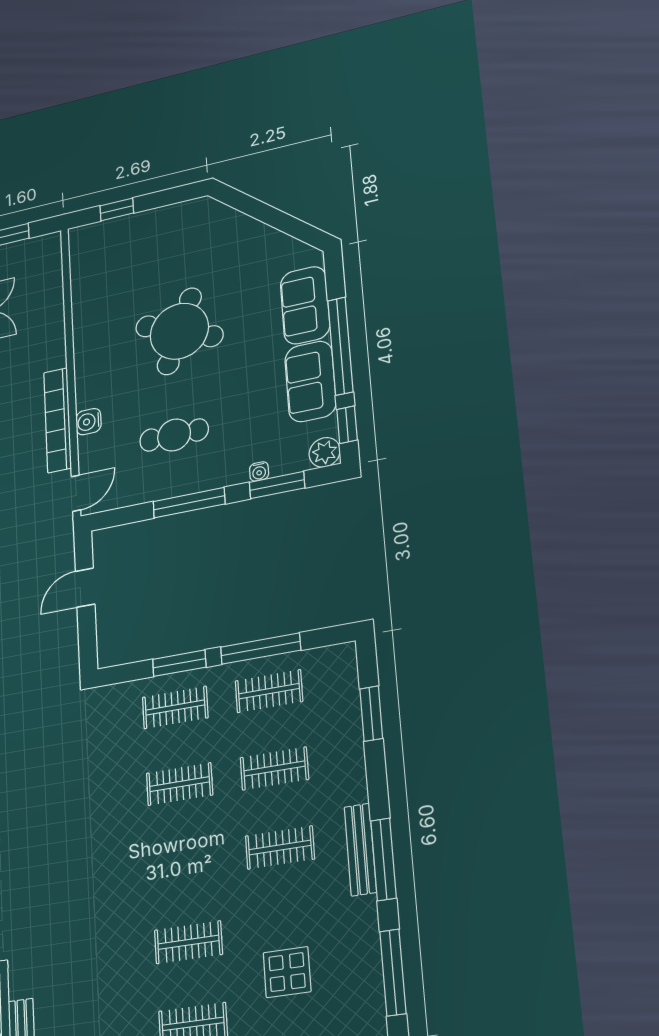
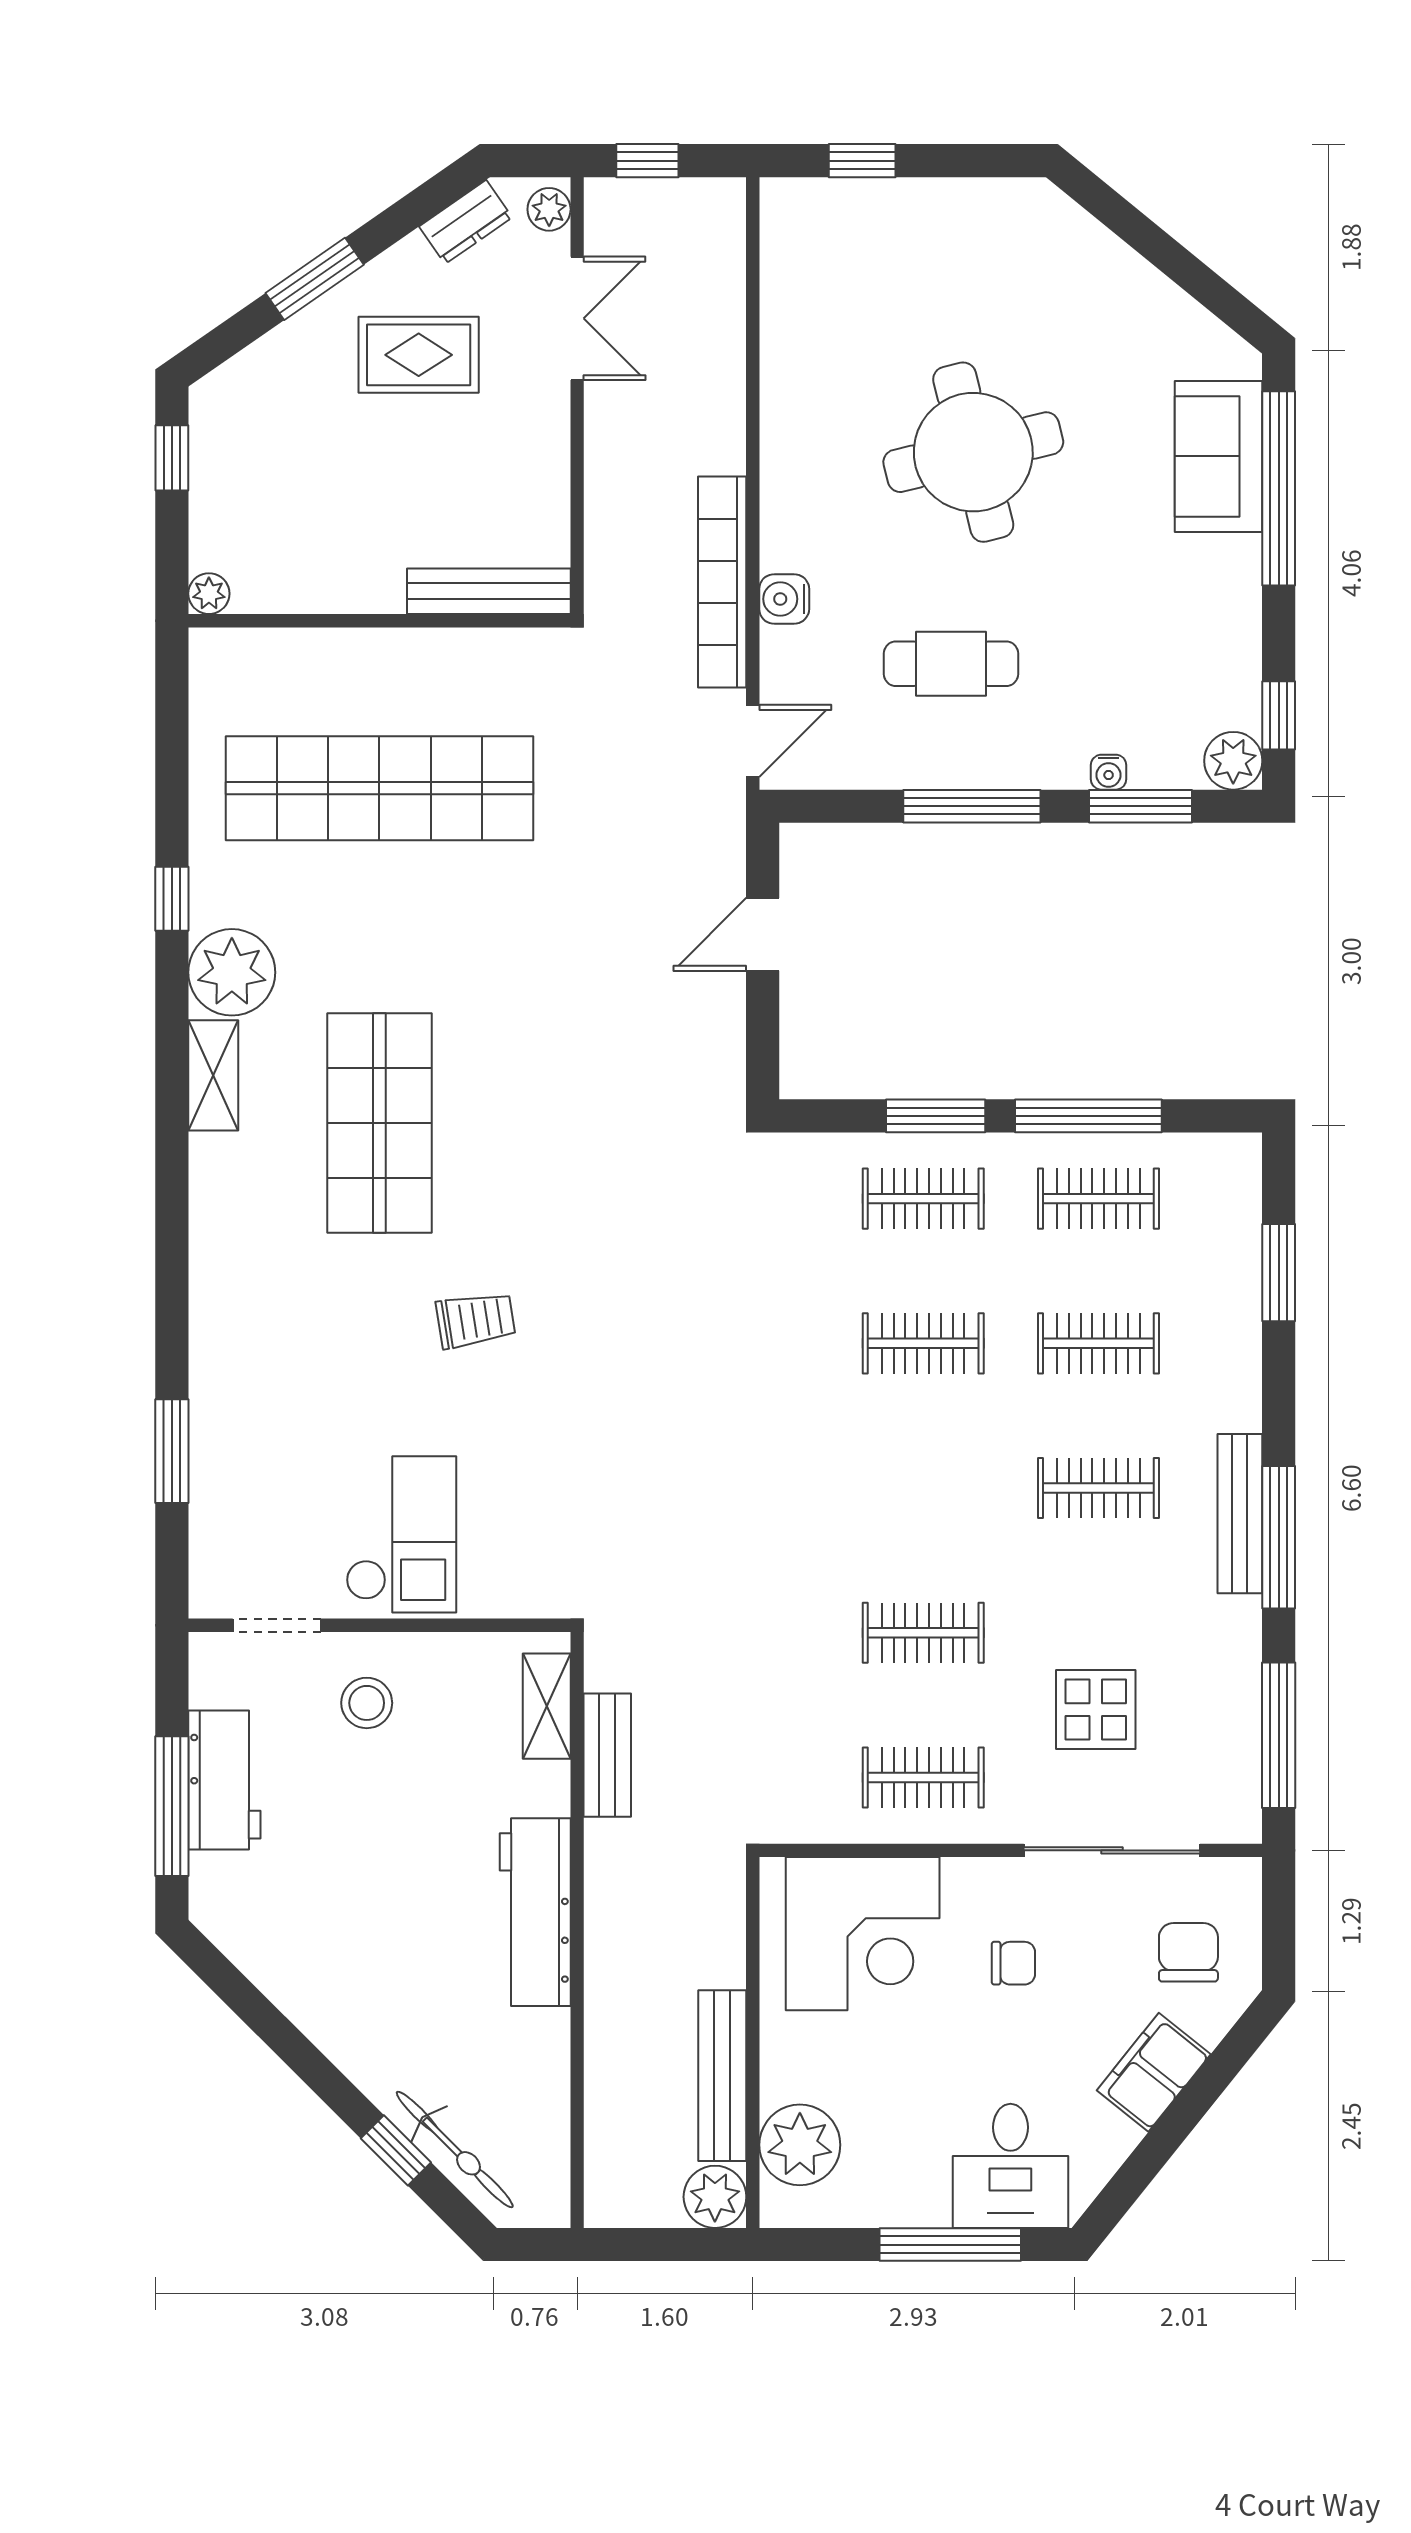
round table: (179, 331) -> (973, 452), turned -36
window: (340, 346) -> (1279, 488), moved
sofa: (311, 381) -> (1217, 614), removed

